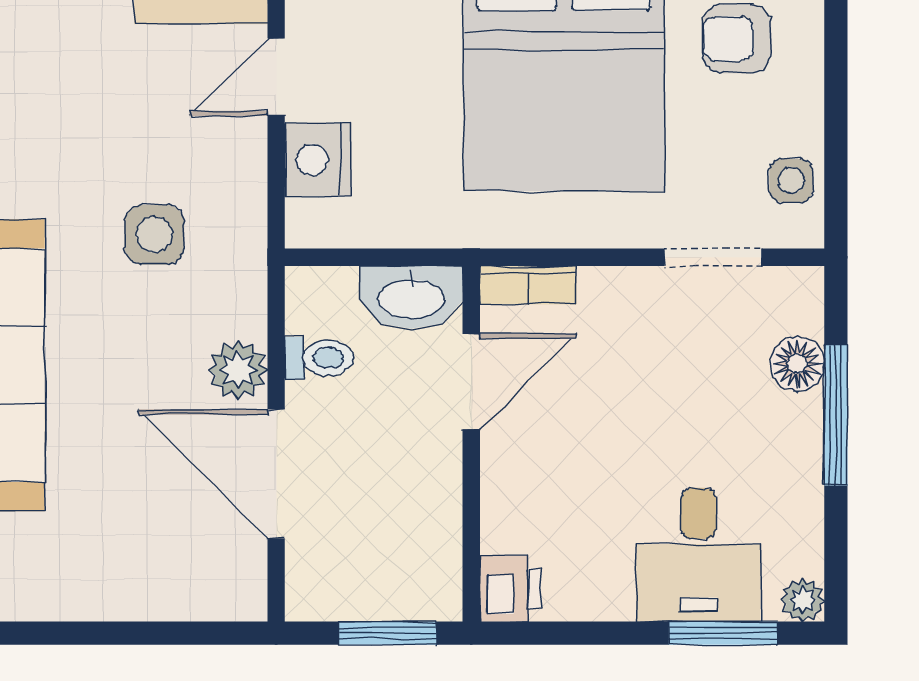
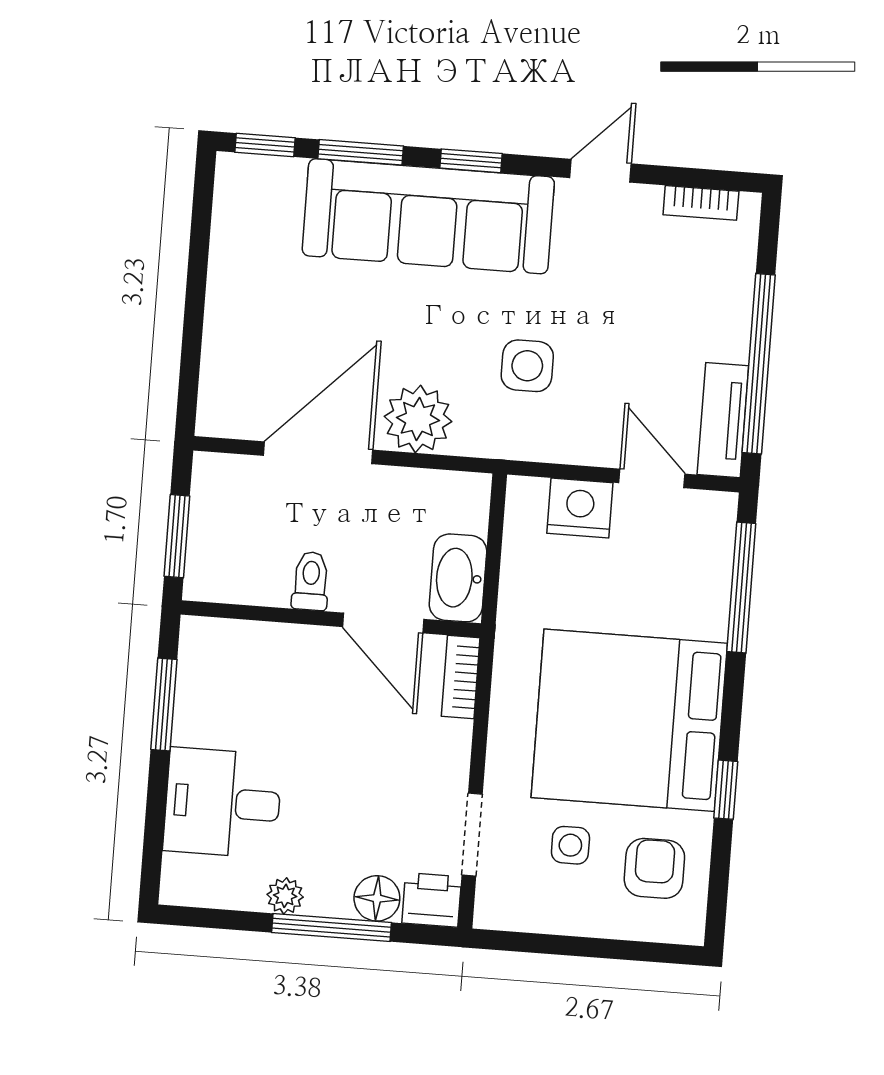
side table: (791, 181) -> (570, 845), moved
toilet: (319, 358) -> (311, 581), moved, turned 180
plant: (238, 370) -> (418, 419), width x1.36, depth x1.36
printer: (510, 589) -> (432, 900), moved, turned 180
plant: (803, 600) -> (285, 896), moved
window: (723, 633) -> (164, 704), moved

